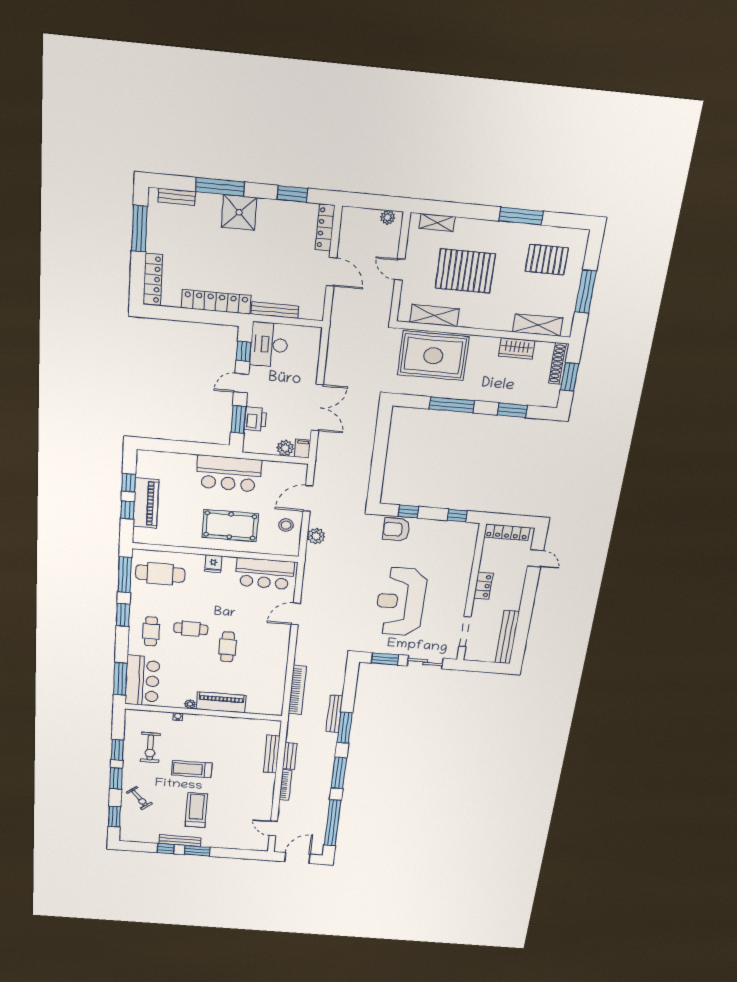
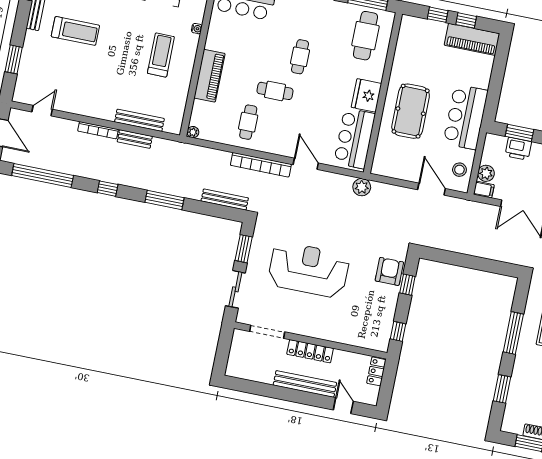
piano: (146, 503) -> (472, 39), moved
stool: (286, 525) -> (459, 170), moved
locker: (507, 532) -> (376, 371), width x0.66
plant: (316, 536) -> (362, 187), moved
door: (536, 558) -> (343, 406), swing flipped
fridge: (213, 564) -> (366, 95), width x1.88, depth x1.34
locker: (483, 586) -> (310, 351), width x1.53
cafe table: (151, 631) -> (248, 122), moved, turned 90
bench: (507, 637) -> (305, 384), moved
bookcase: (297, 690) -> (261, 165), moved
plant: (190, 704) -> (193, 132), moved
bench: (334, 714) -> (225, 199), moved
treadmill: (192, 769) -> (161, 55), moved
window: (339, 773) -> (108, 189), width x0.46
window: (197, 851) -> (14, 59), moved

